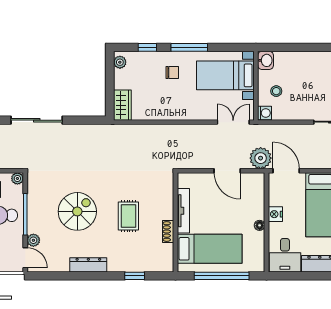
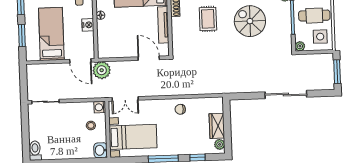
chair: (172, 73) -> (180, 109), moved
wardrobe: (122, 105) -> (217, 126), moved
door: (227, 171) -> (149, 58), moved
spiral stairs: (77, 211) -> (250, 21), turned 90

